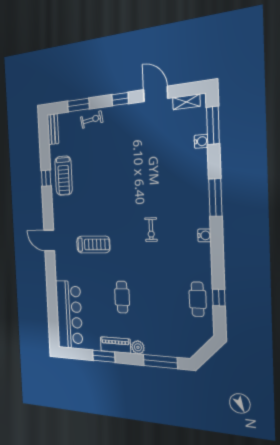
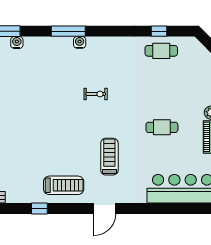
treadmill: (64, 176) -> (64, 185), moved
water cooler: (204, 235) -> (80, 42), moved

